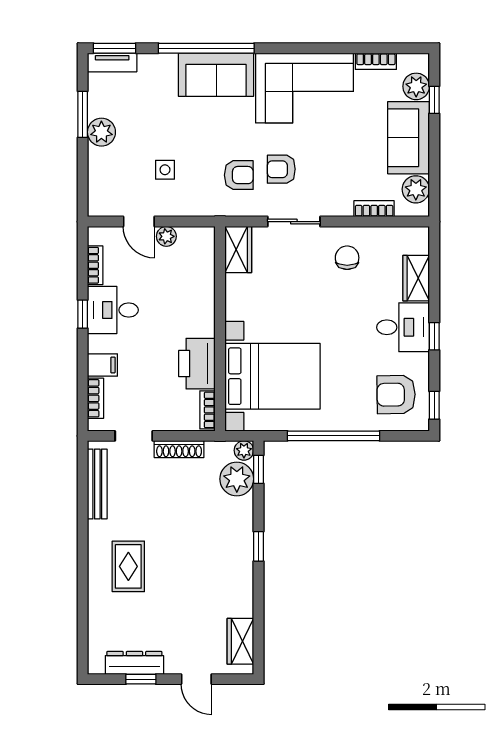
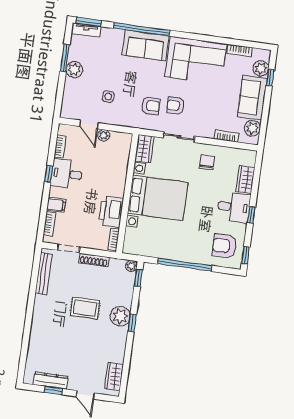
bed with nightstands: (272, 376) -> (158, 198), moved
plant: (237, 479) -> (120, 316), moved
rug: (128, 566) -> (85, 308), moved, turned 90

